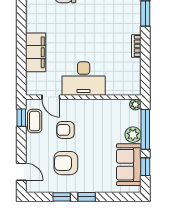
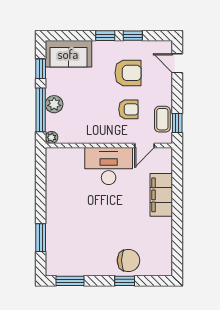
bookcase: (136, 46) -> (50, 202), removed
door: (51, 97) -> (145, 145), swing flipped
sofa: (129, 165) -> (68, 54), moved, turned 90

